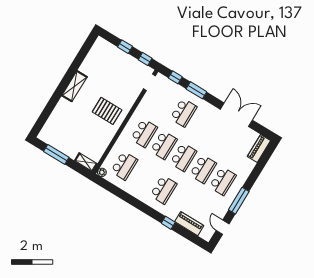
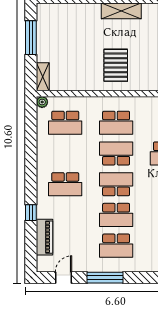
school desk: (164, 145) -> (116, 153), turned 180
school desk: (183, 157) -> (116, 184), turned 180

